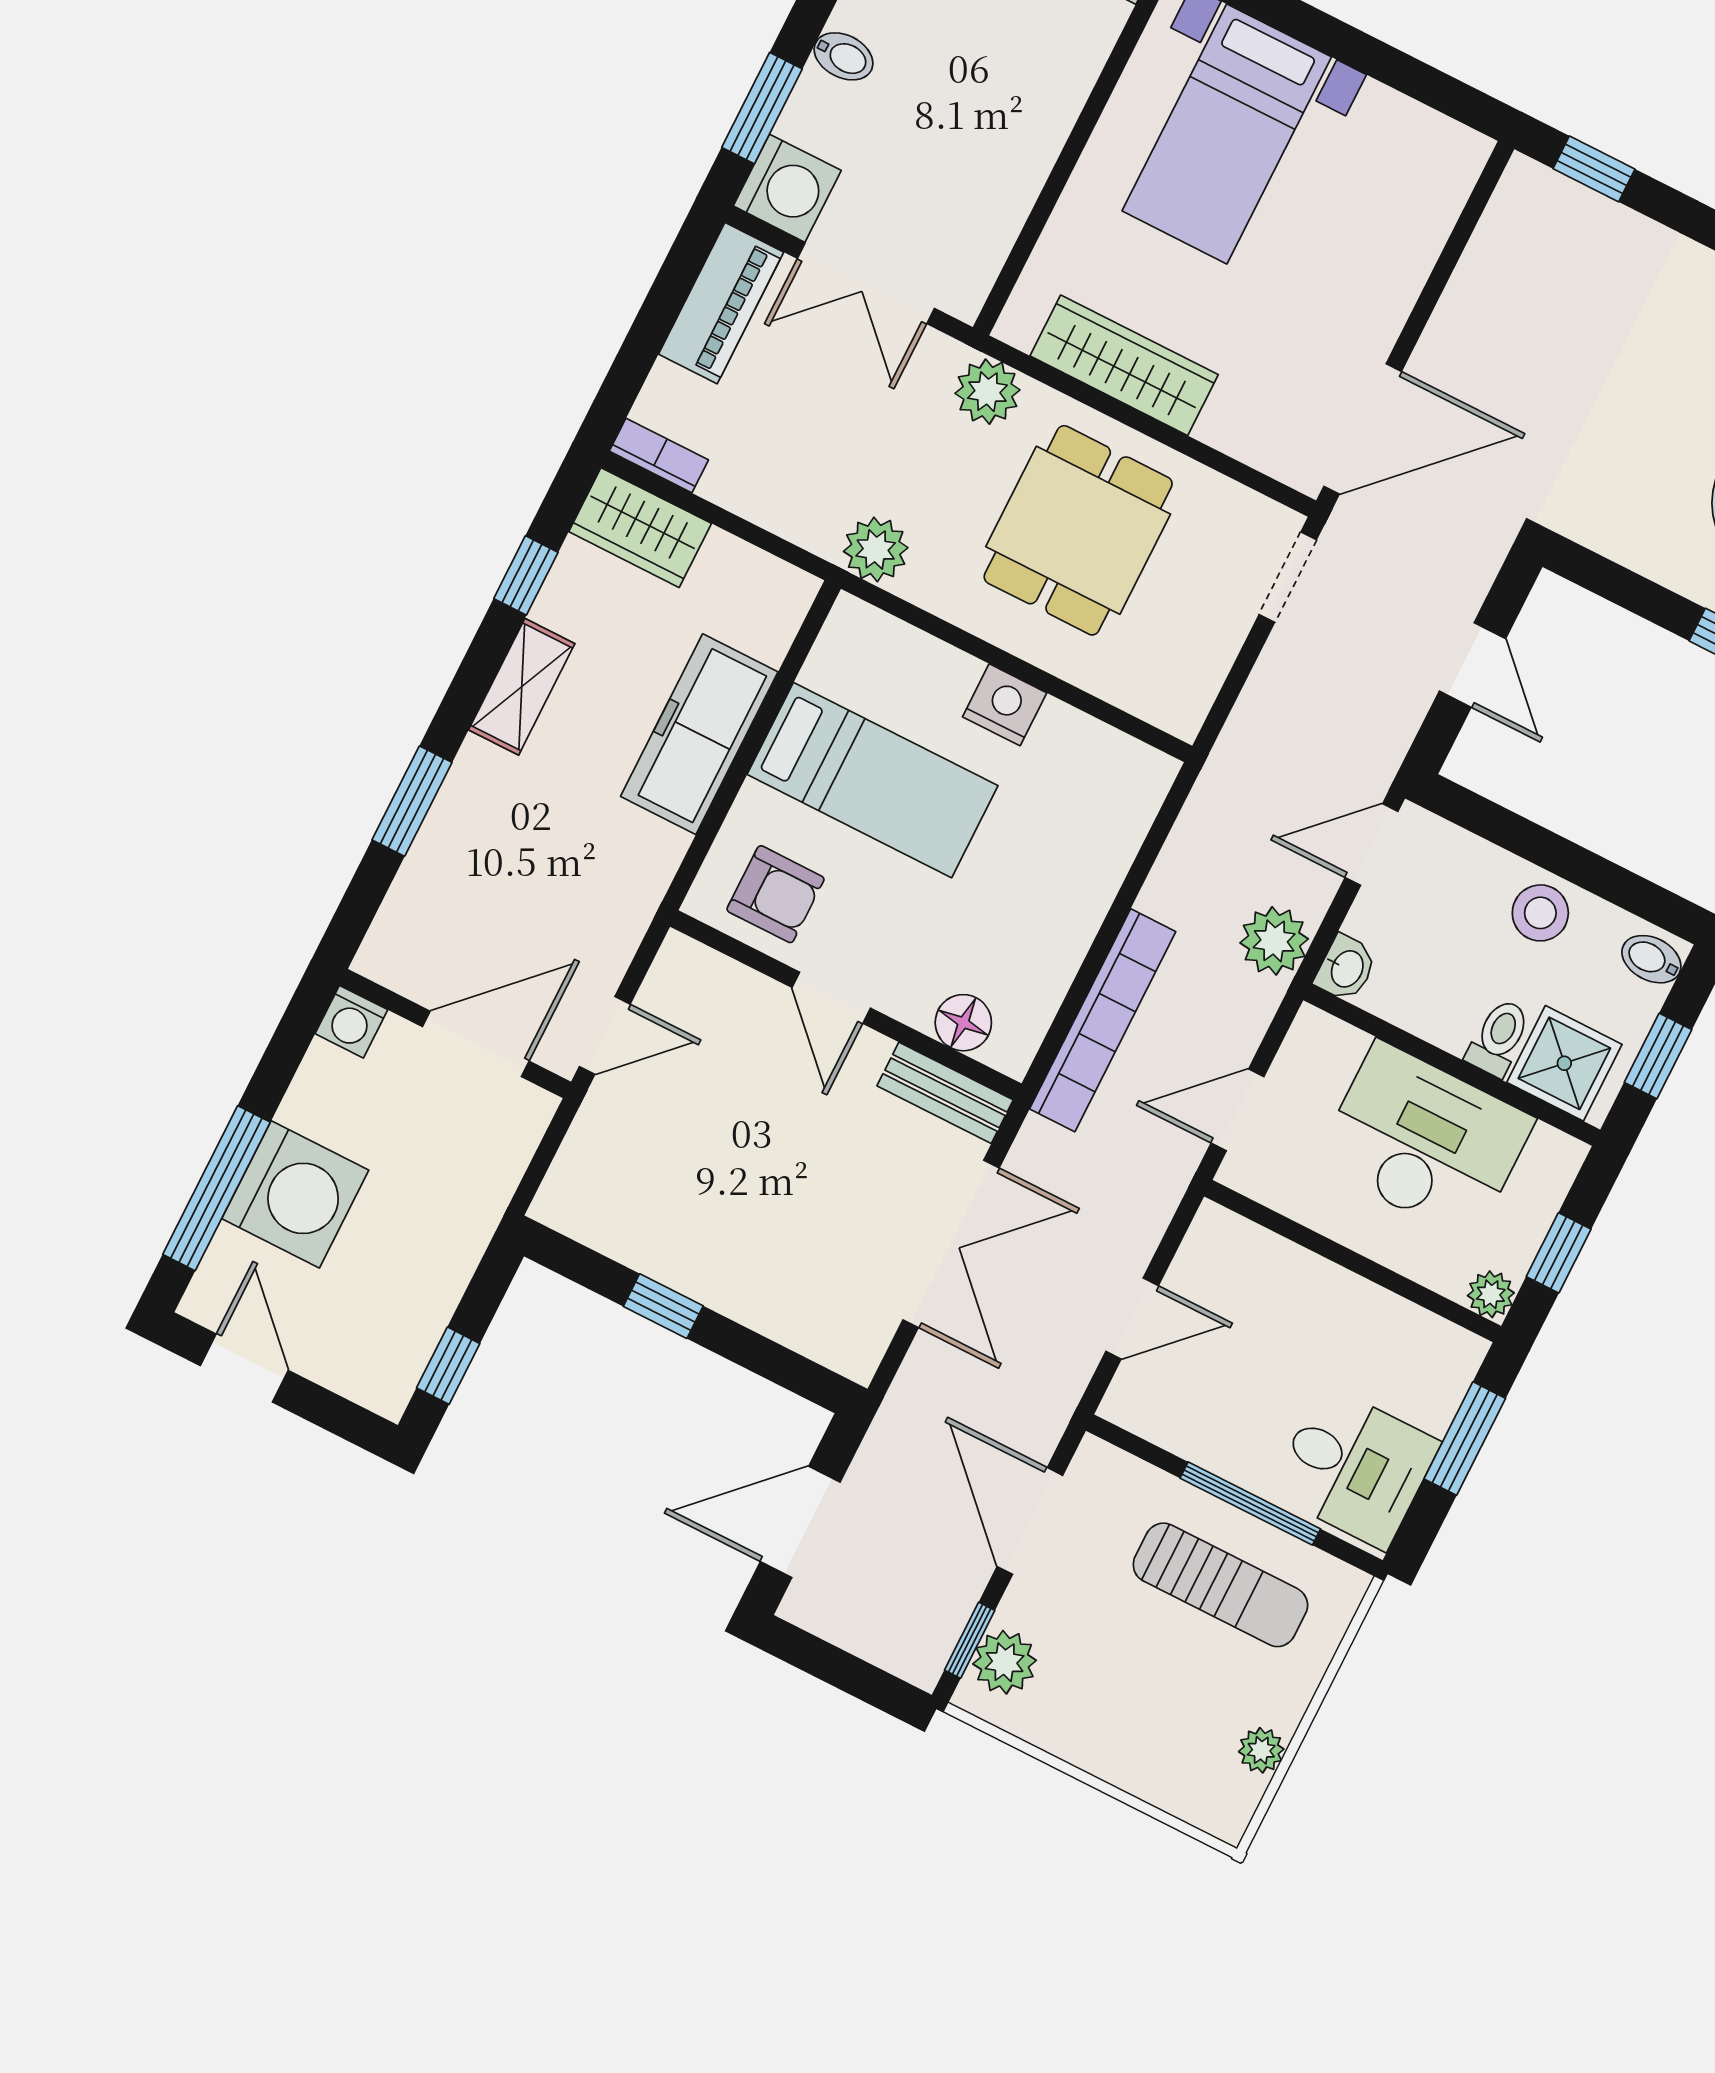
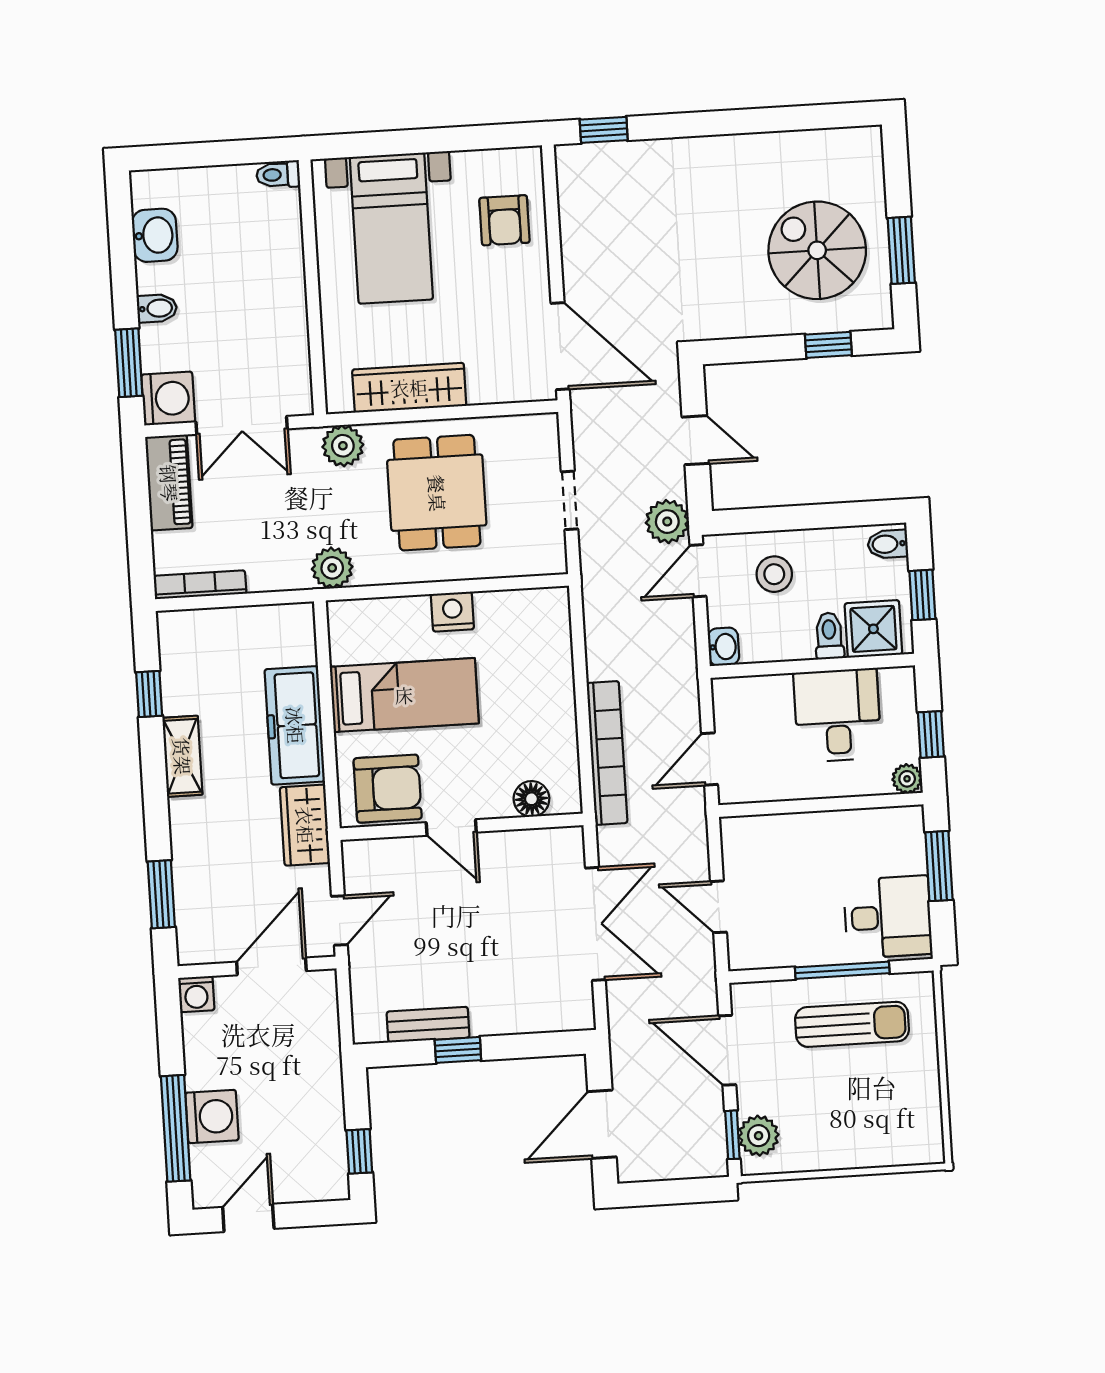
armchair: (1387, 213) -> (504, 220), added
door: (1363, 429) -> (560, 346), hinge flipped
bookcase: (659, 456) -> (200, 585), width x1.56
wardrobe: (640, 528) -> (305, 825), moved, turned 90
doorway: (1288, 577) -> (570, 500), moved
window: (412, 801) -> (161, 894), moved
armchair: (776, 894) -> (388, 789), width x1.38, depth x1.38
stool: (1540, 913) -> (774, 574), moved
plant: (1274, 941) -> (667, 522), moved
bench: (945, 1093) -> (428, 1025), moved
desk: (1425, 1141) -> (837, 715), width x0.73
washing machine: (295, 1194) -> (212, 1116), width x0.73, depth x0.73
door: (1132, 1319) -> (719, 907), swing flipped
door: (244, 1368) -> (248, 1218), hinge flipped
plant: (1261, 1750) -> (927, 1102), removed

